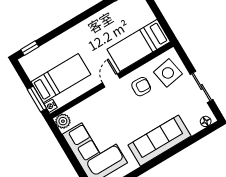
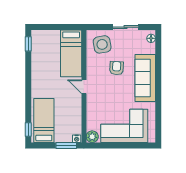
bed: (61, 78) -> (44, 120), moved
armchair: (141, 87) -> (117, 68), moved

